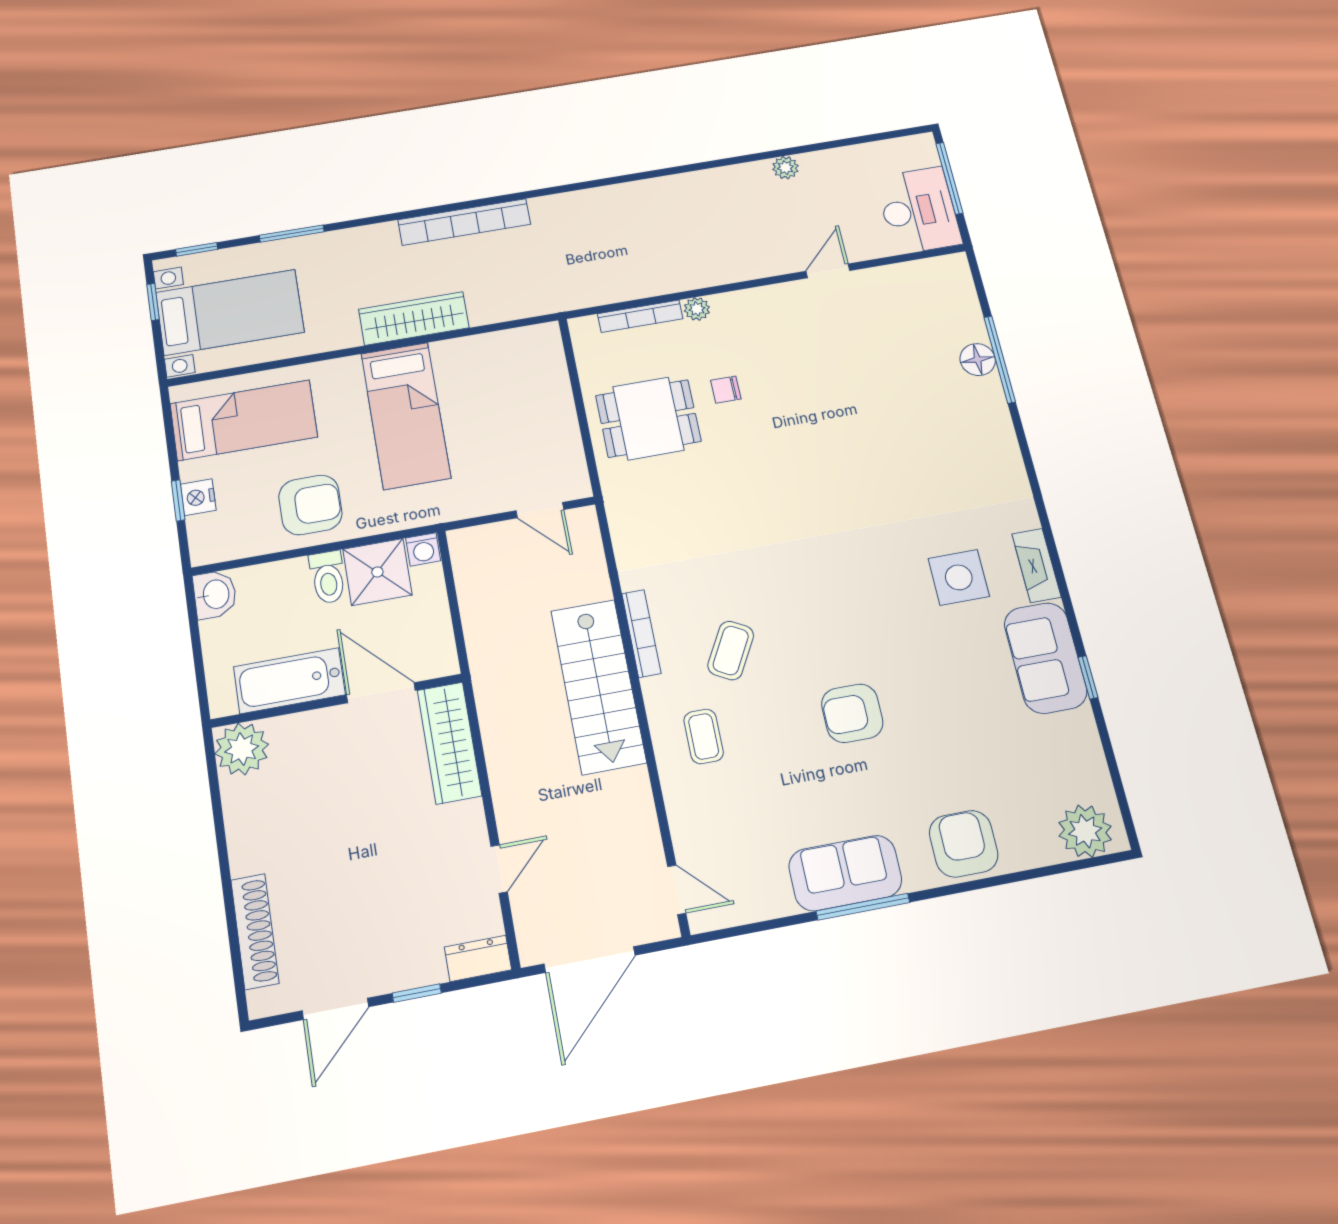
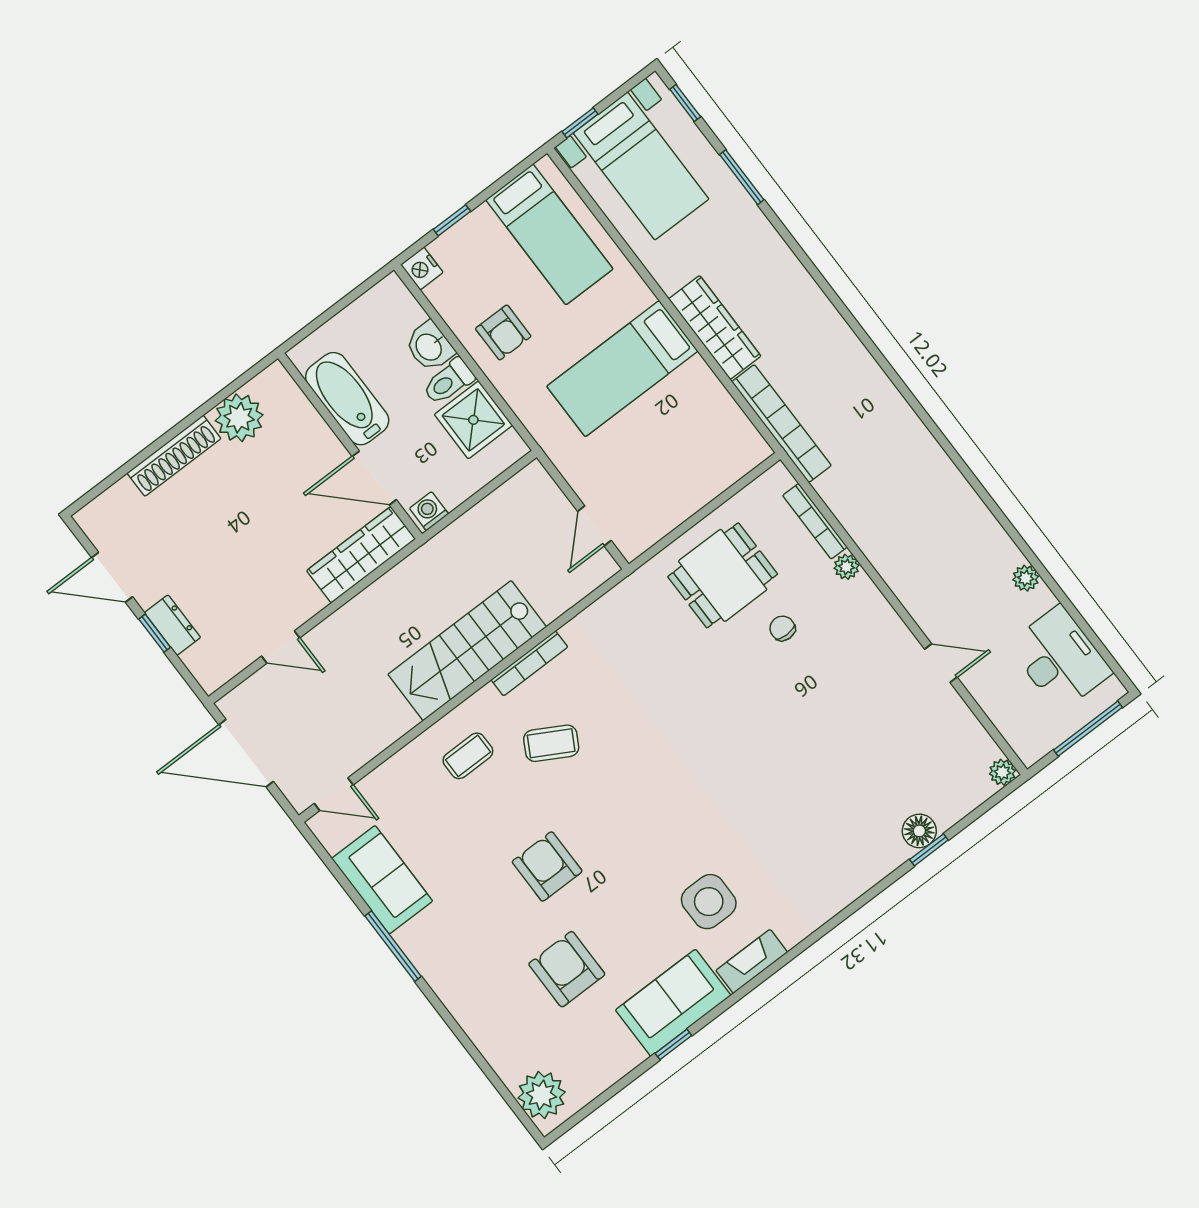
desk: (918, 210) -> (1060, 659), moved, turned -90
bookcase: (464, 222) -> (782, 424), moved, turned 180
plant: (956, 265) -> (1002, 772), added
window: (153, 302) -> (580, 123), moved
window: (1000, 359) -> (929, 850), width x0.46
dining table: (648, 418) -> (723, 575), turned 90
nightstand: (198, 497) -> (422, 268), moved, turned -90
armchair: (310, 505) -> (503, 332), width x0.72, depth x0.72
washing machine: (423, 549) -> (429, 511), moved, turned 90
washbasin: (215, 594) -> (430, 347), moved, turned 90
door: (381, 693) -> (374, 478), swing flipped
plant: (242, 749) -> (239, 418), moved
armchair: (964, 844) -> (567, 969), moved, turned -90
sofa: (845, 873) -> (382, 880), moved
door: (677, 890) -> (334, 794), hinge flipped
shoe rack: (255, 931) -> (174, 456), moved
dresser: (478, 958) -> (172, 625), moved

